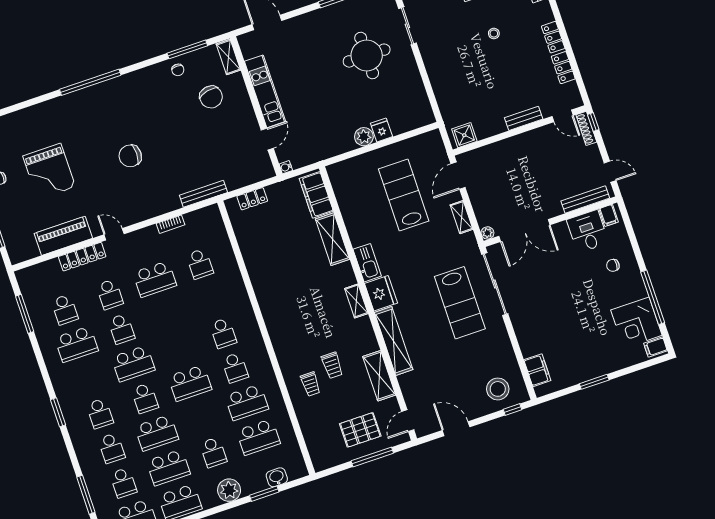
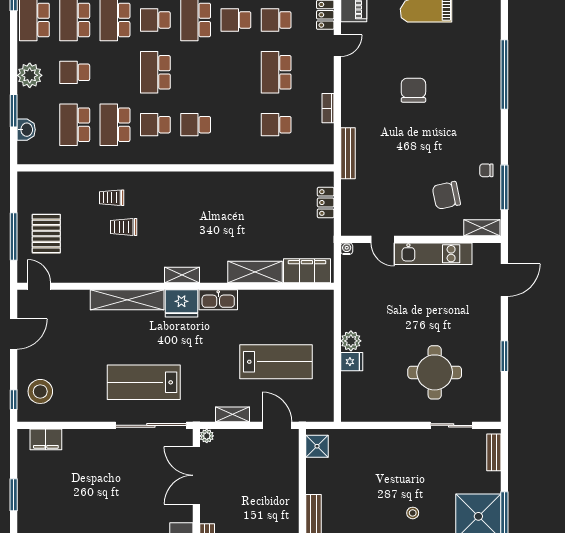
shelving: (379, 376) -> (96, 272), removed

